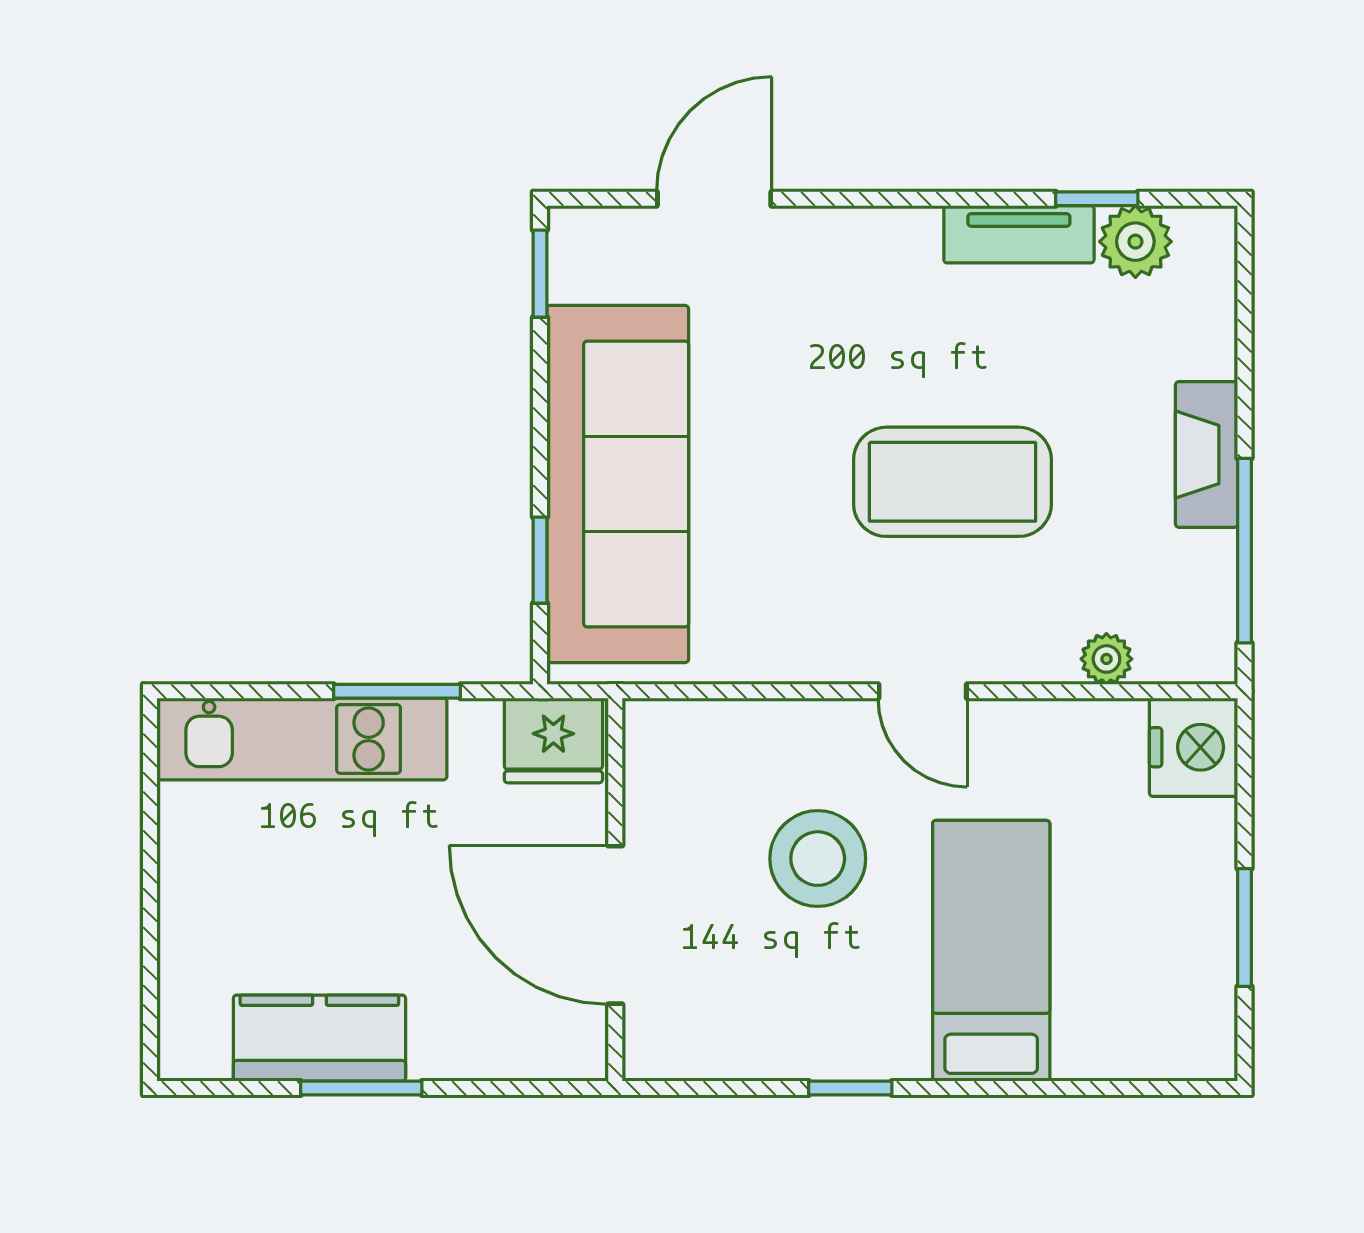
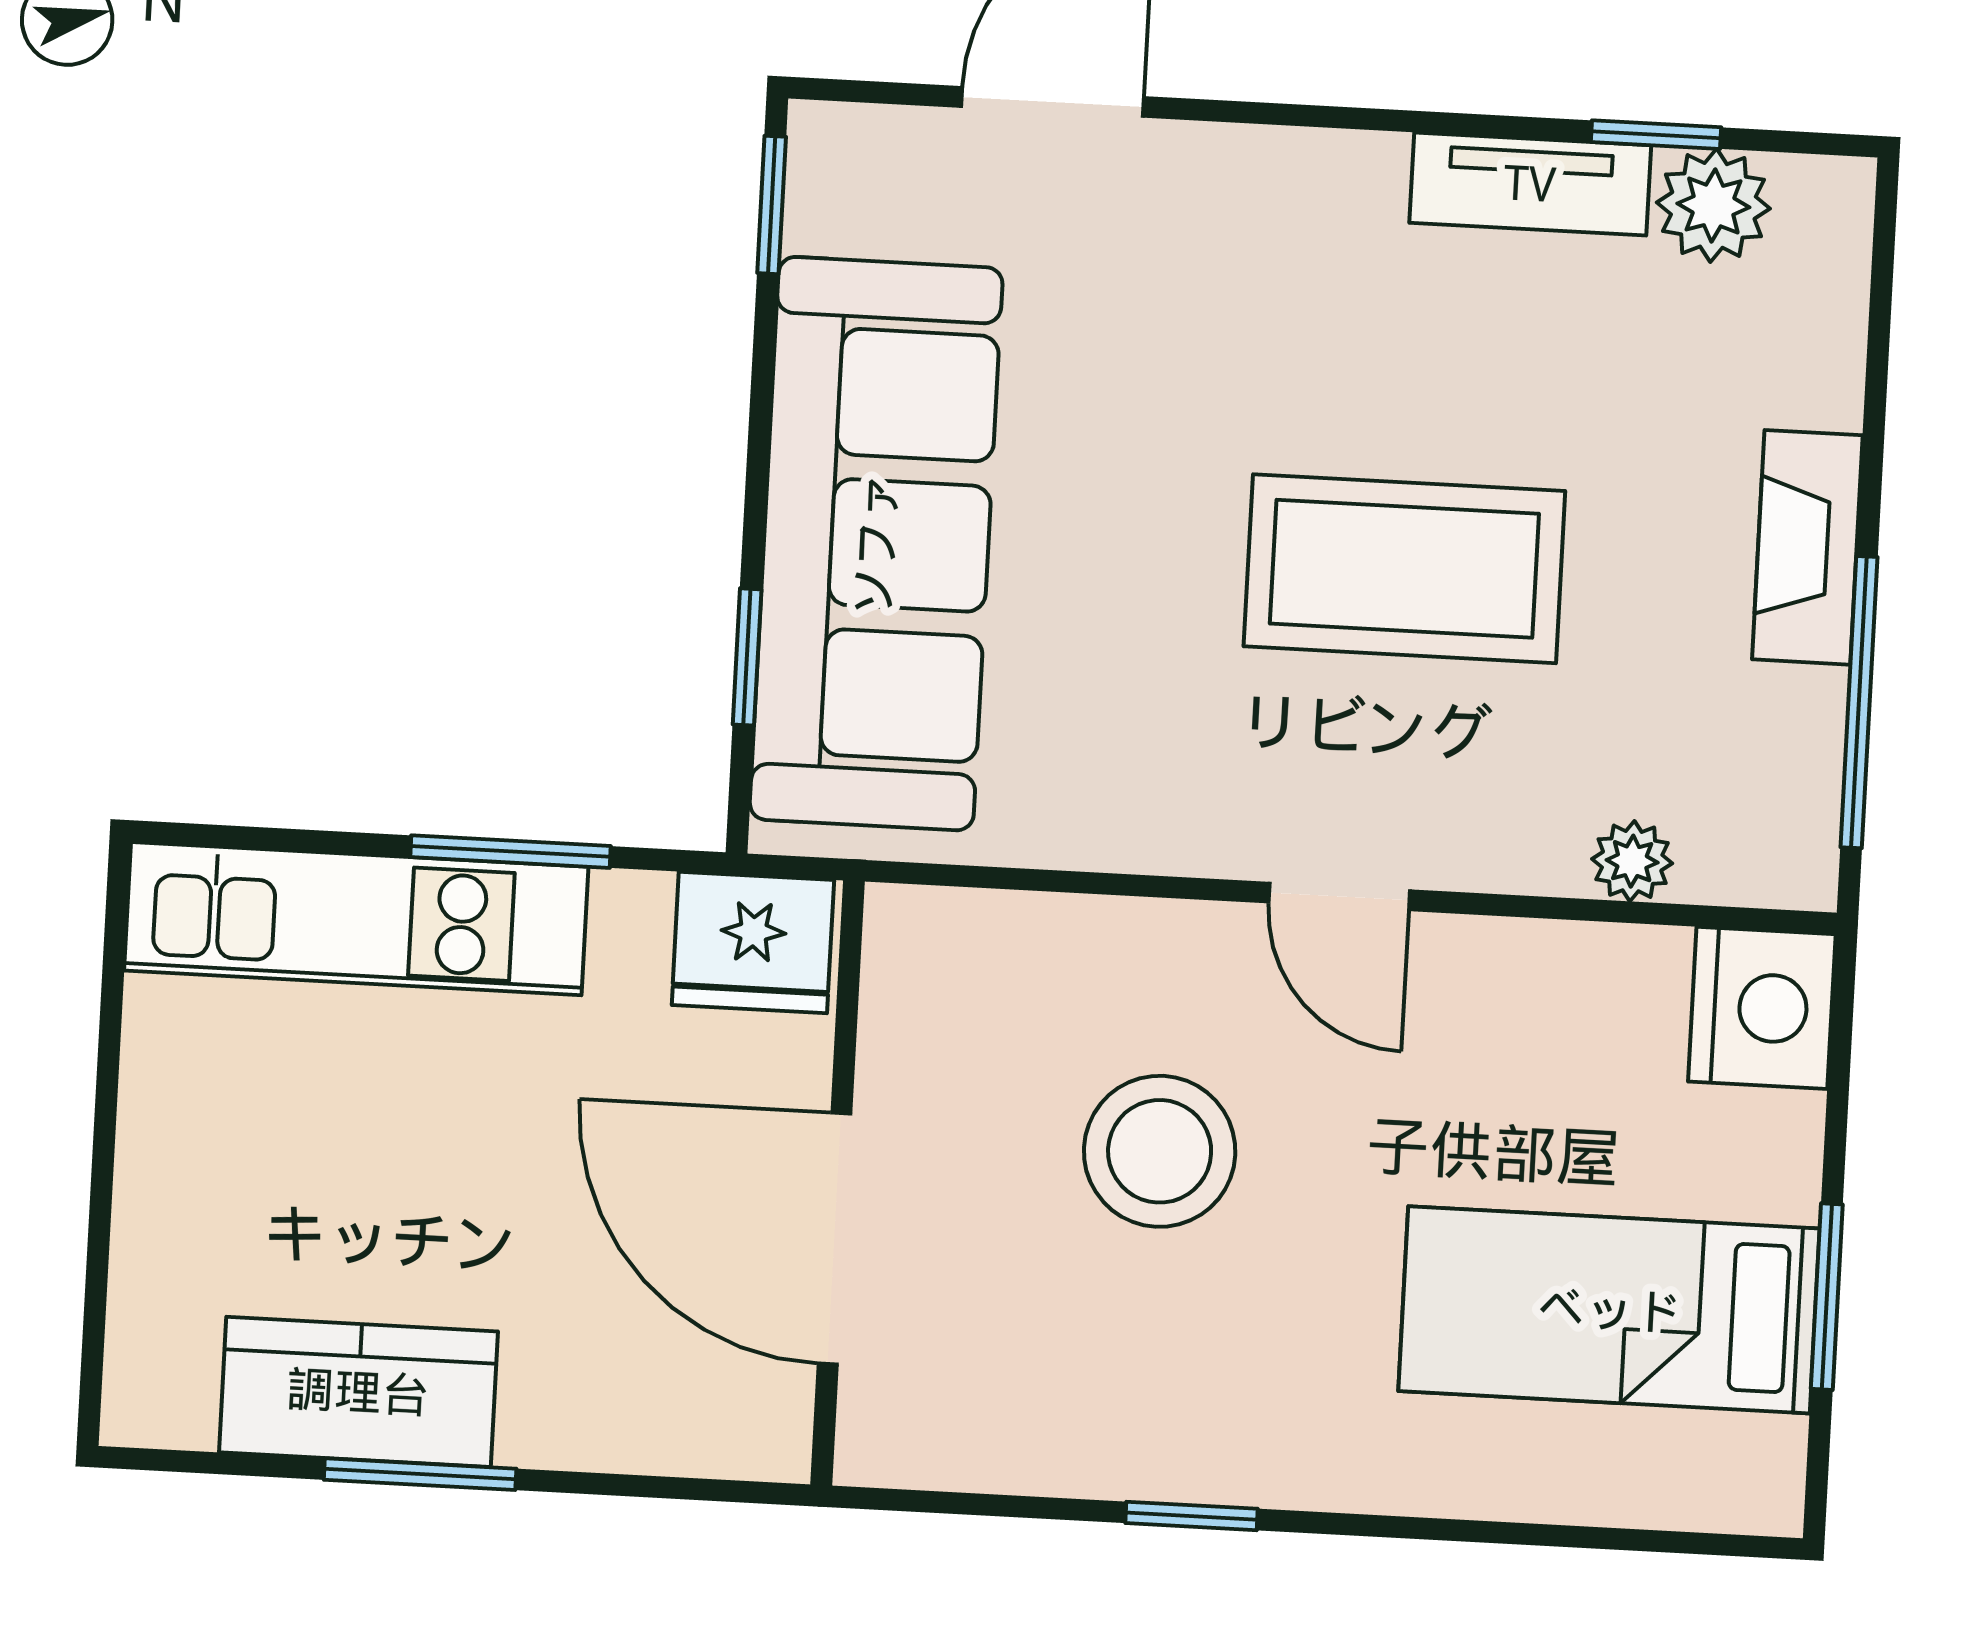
bed: (991, 951) -> (1609, 1310), moved, turned -90

